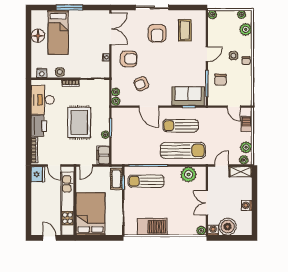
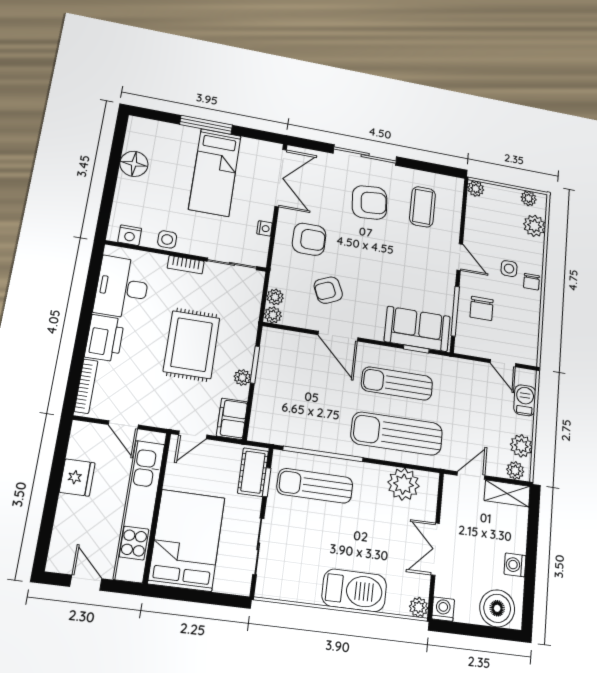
bed: (58, 32) -> (215, 172), moved
armchair: (157, 33) -> (370, 202), turned -95
door: (207, 54) -> (460, 257), hinge flipped
sun lounger: (183, 150) -> (397, 434), turned 180
fridge: (38, 174) -> (77, 478), moved
barbecue: (152, 227) -> (354, 590), moved
boiler: (228, 227) -> (497, 608), moved

